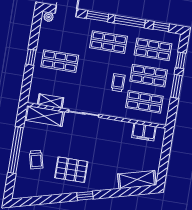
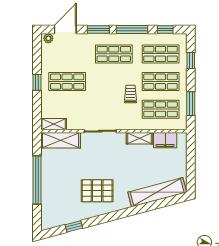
window: (176, 86) -> (191, 104), moved
shelving: (51, 101) -> (54, 124), moved
shelving: (120, 126) -> (139, 138), added
trolley: (36, 160) -> (59, 186), removed
shelving: (137, 180) -> (157, 192), width x1.47
window: (85, 196) -> (74, 226), moved

